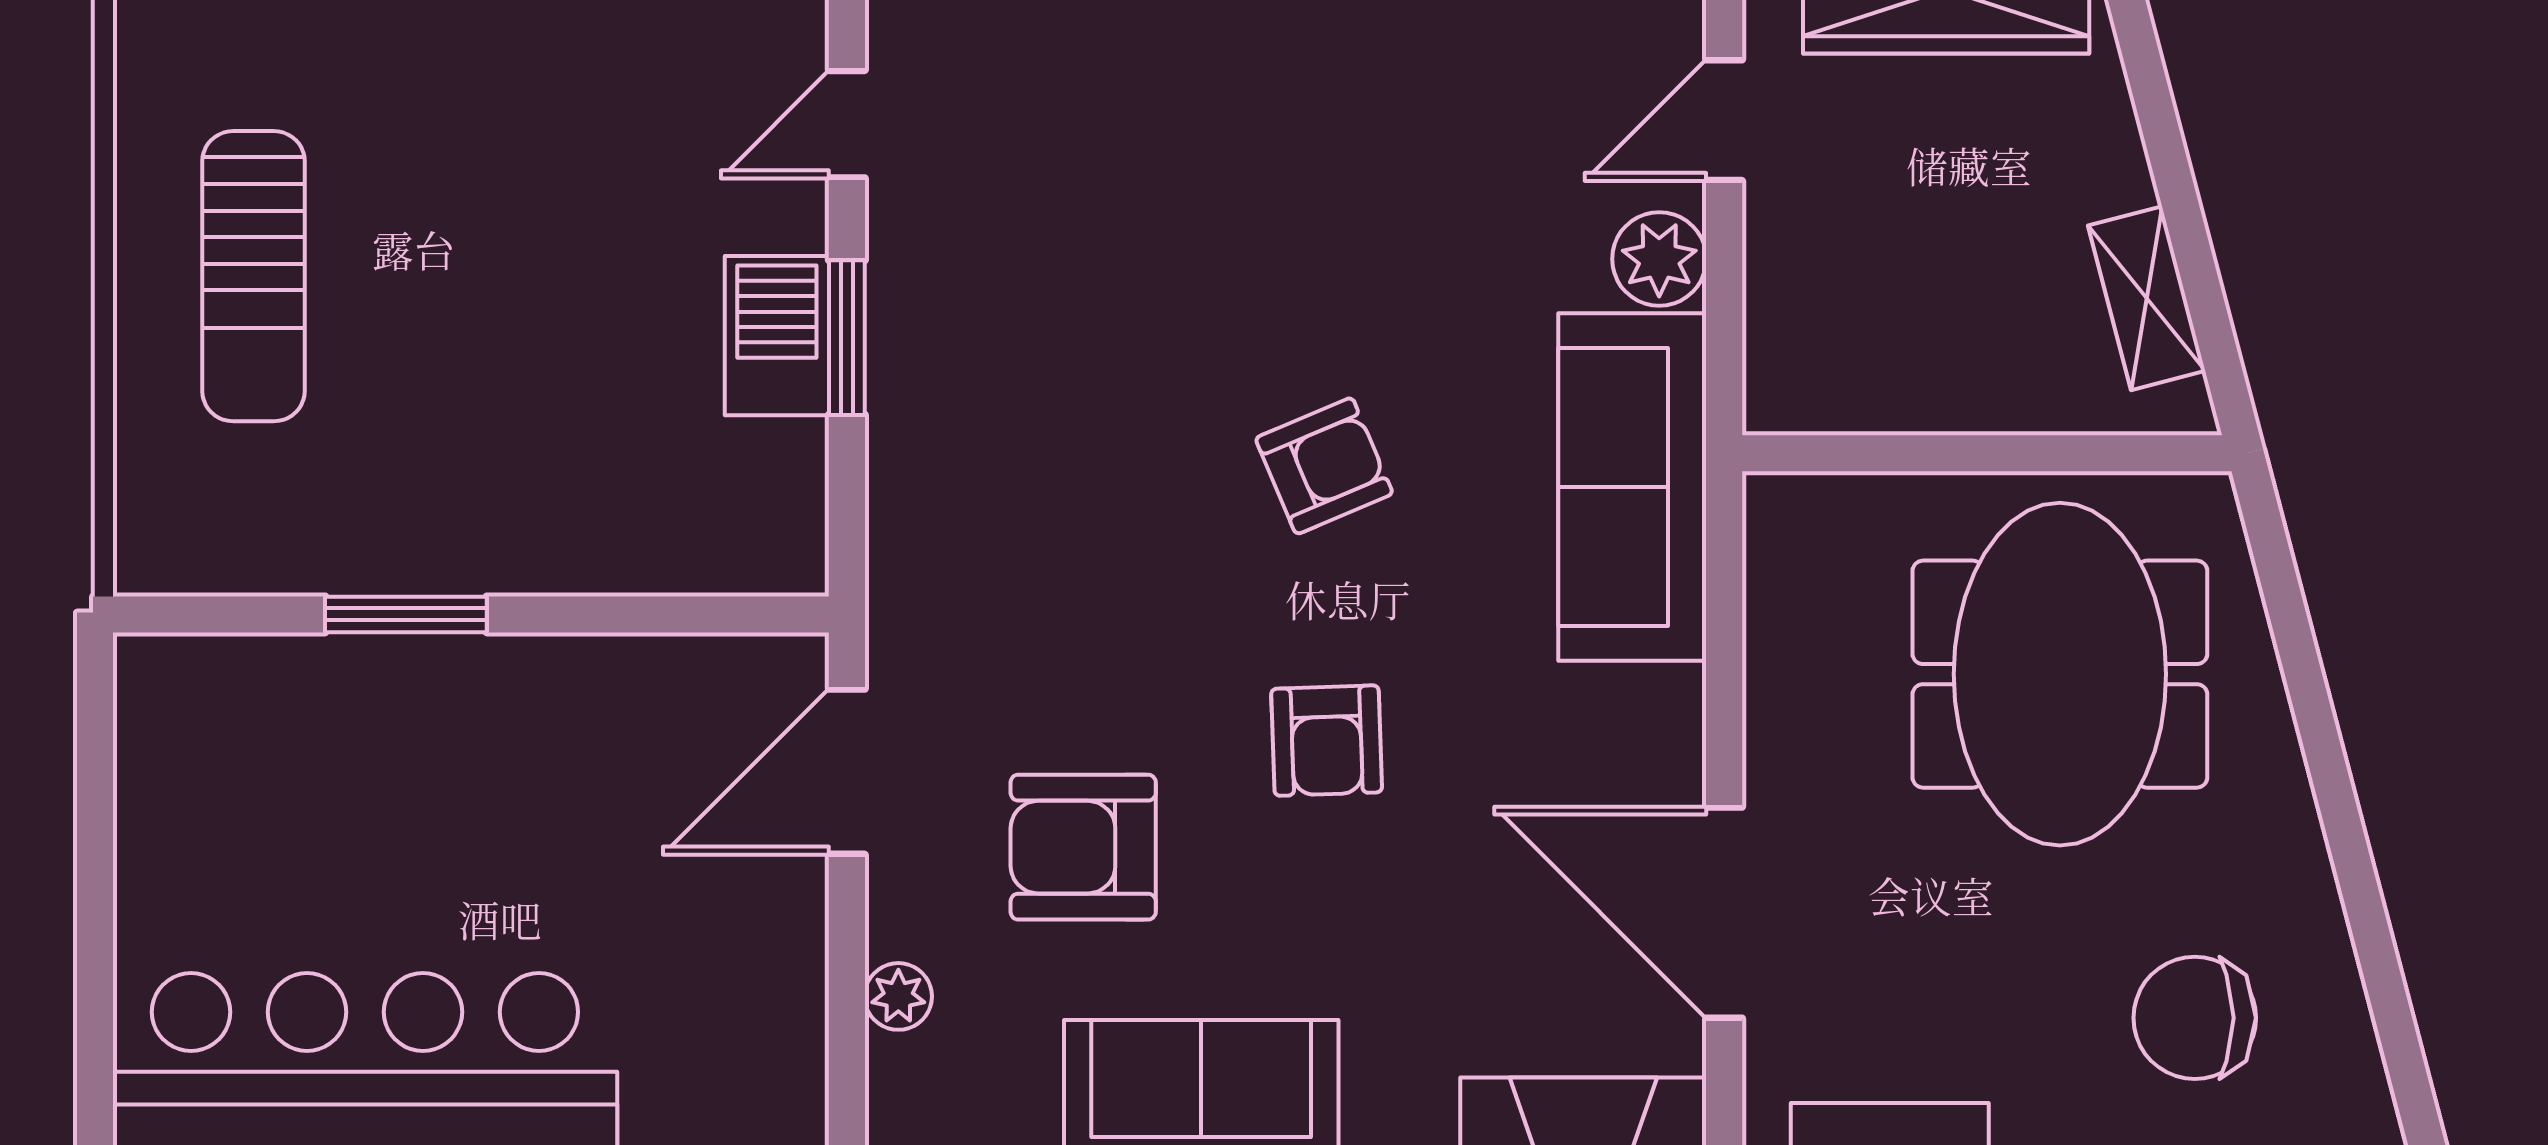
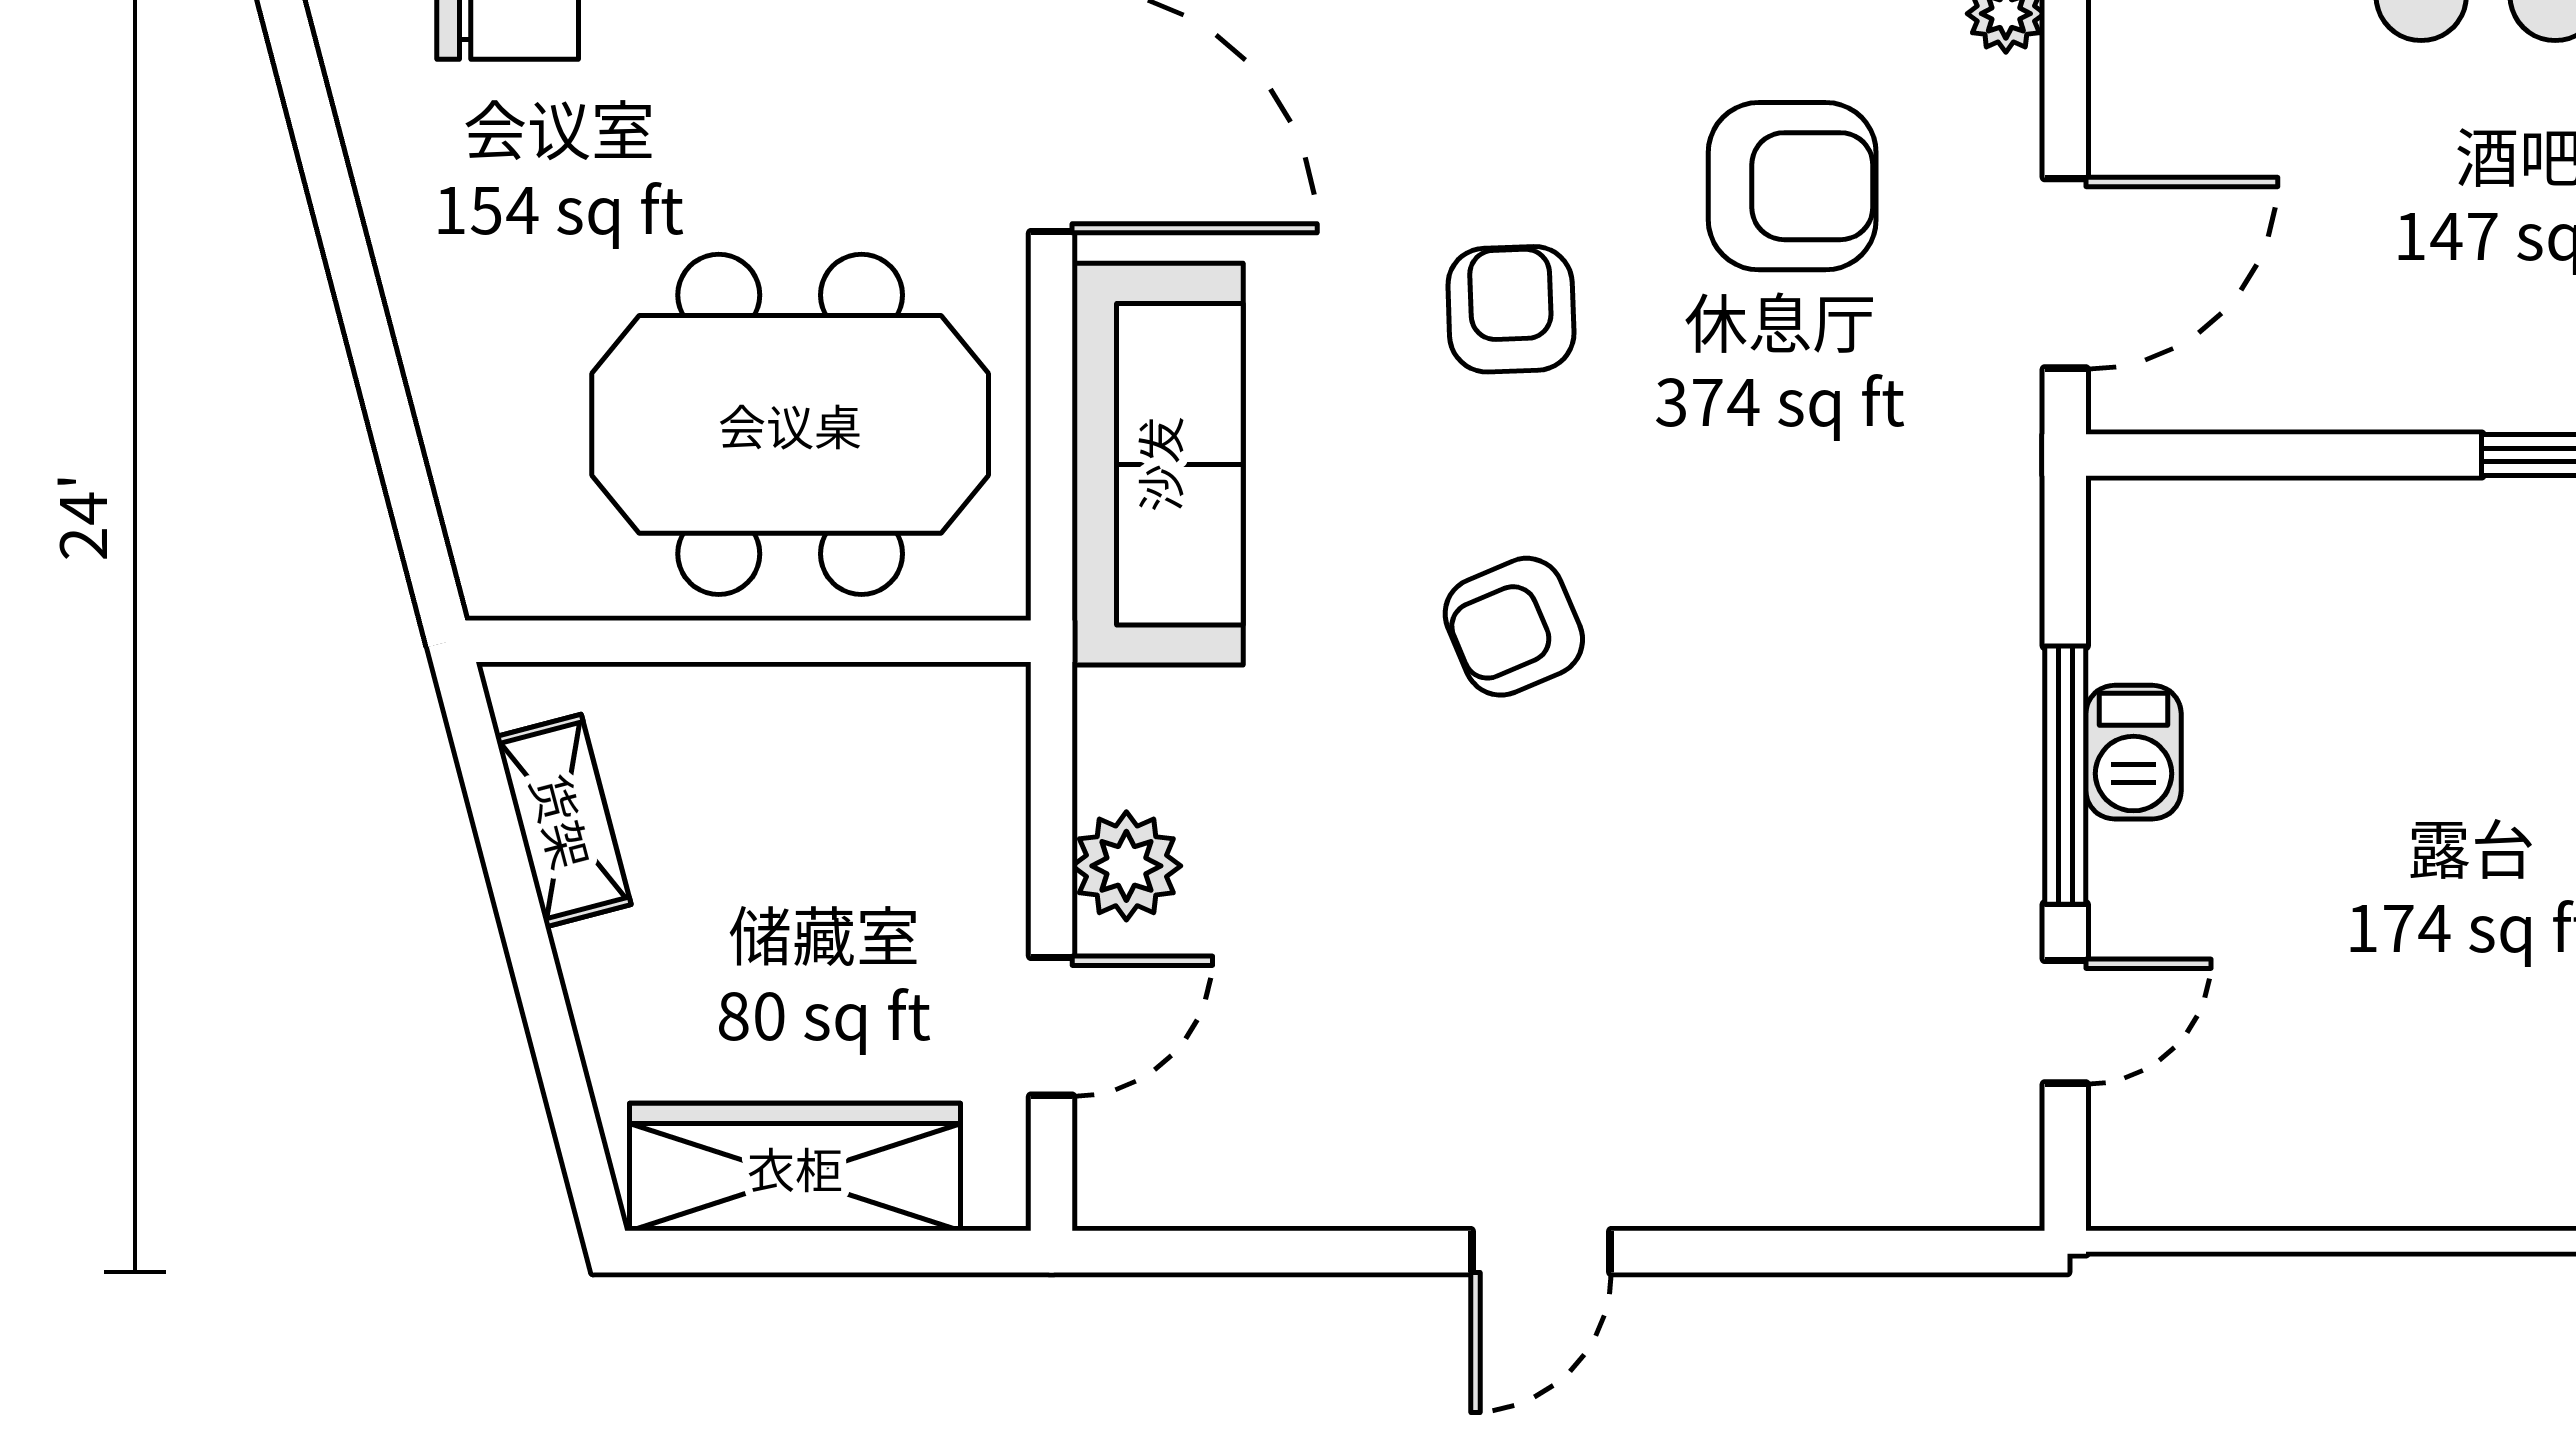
barbecue: (777, 336) -> (2134, 752), width x0.73, depth x0.79
window: (847, 338) -> (2065, 775), width x1.44
sofa: (1632, 487) -> (1158, 464), moved
meeting table: (2060, 674) -> (790, 424), moved, turned 90

